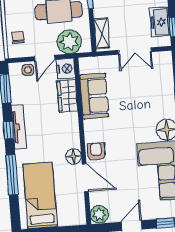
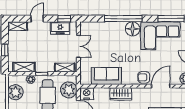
wardrobe: (67, 96) -> (121, 94), moved
floor lamp: (74, 156) -> (146, 93), removed

